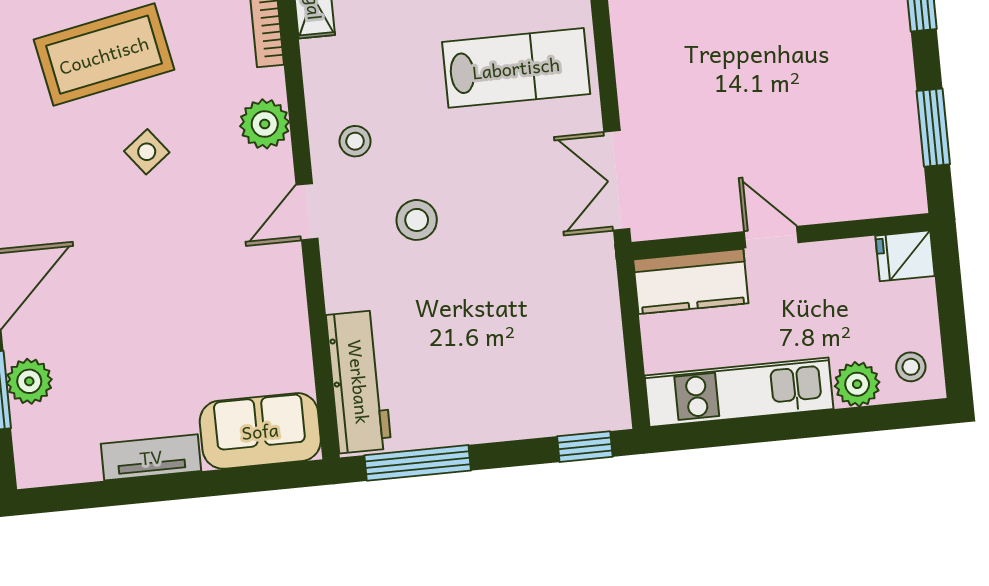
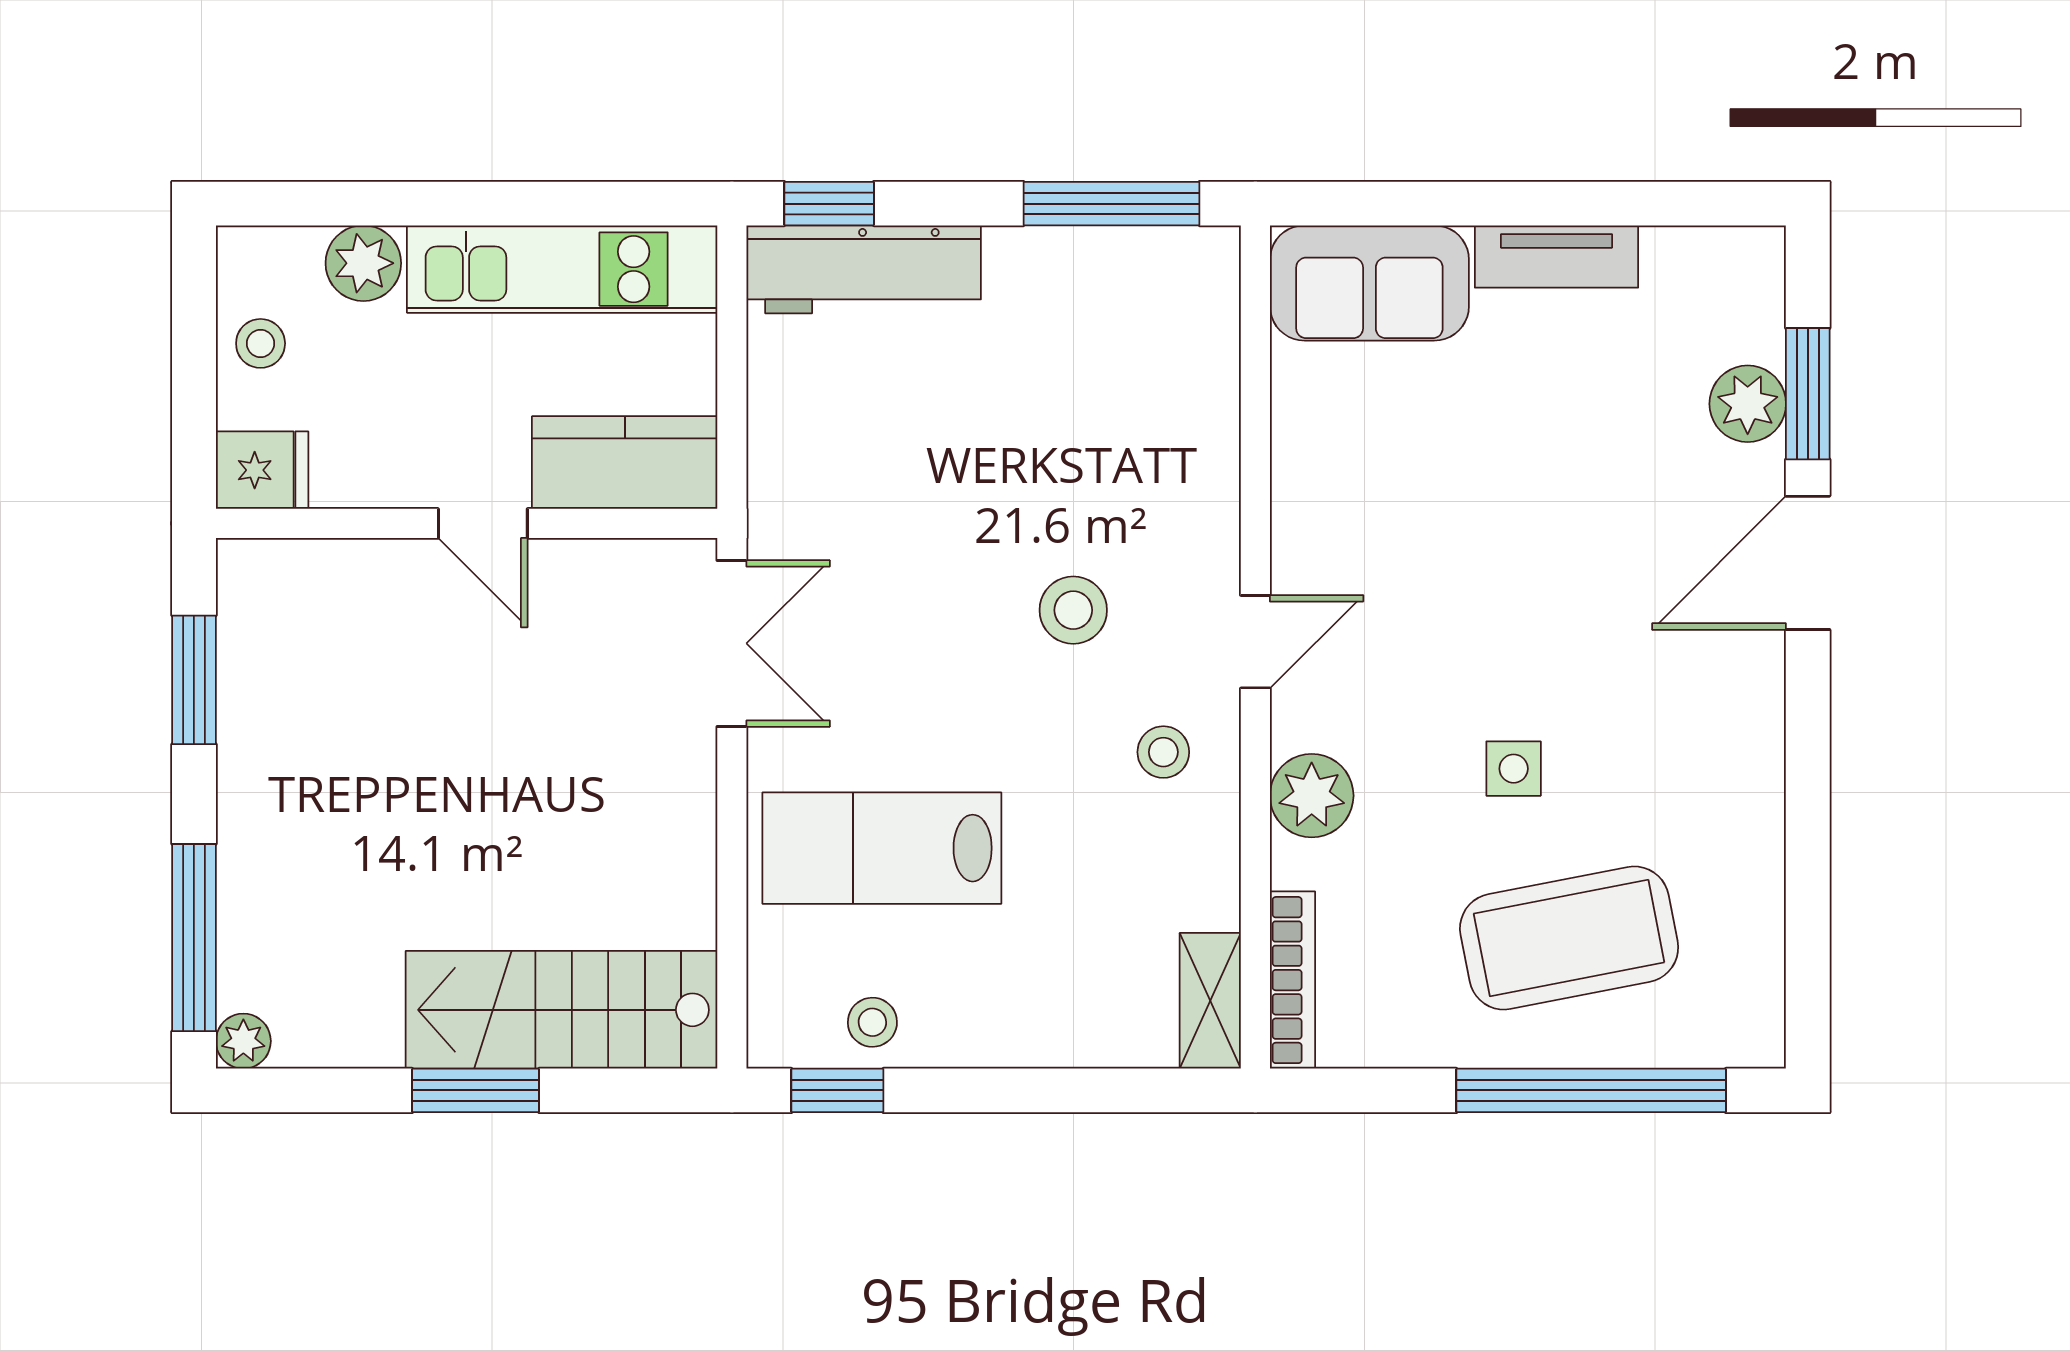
side table: (147, 152) -> (1514, 769), turned 38
stool: (911, 367) -> (261, 343), moved
workbench: (359, 382) -> (864, 269), moved, turned -90

